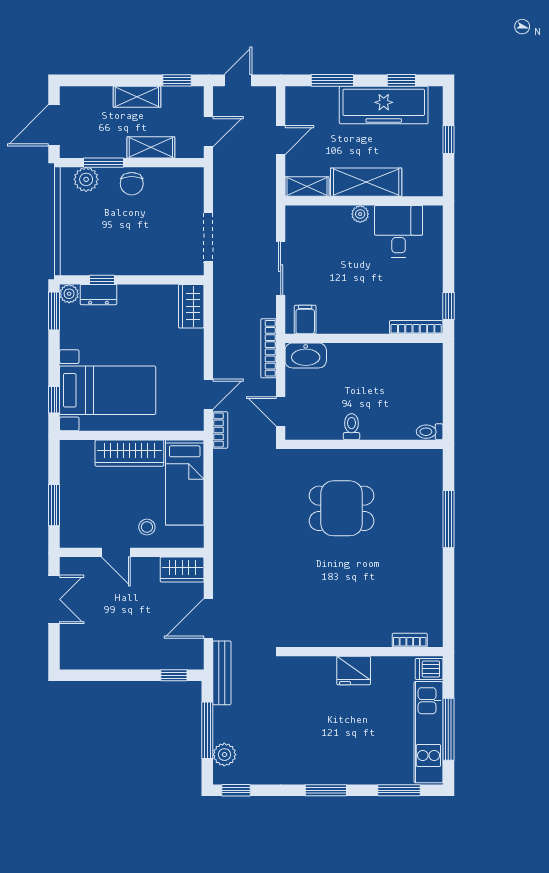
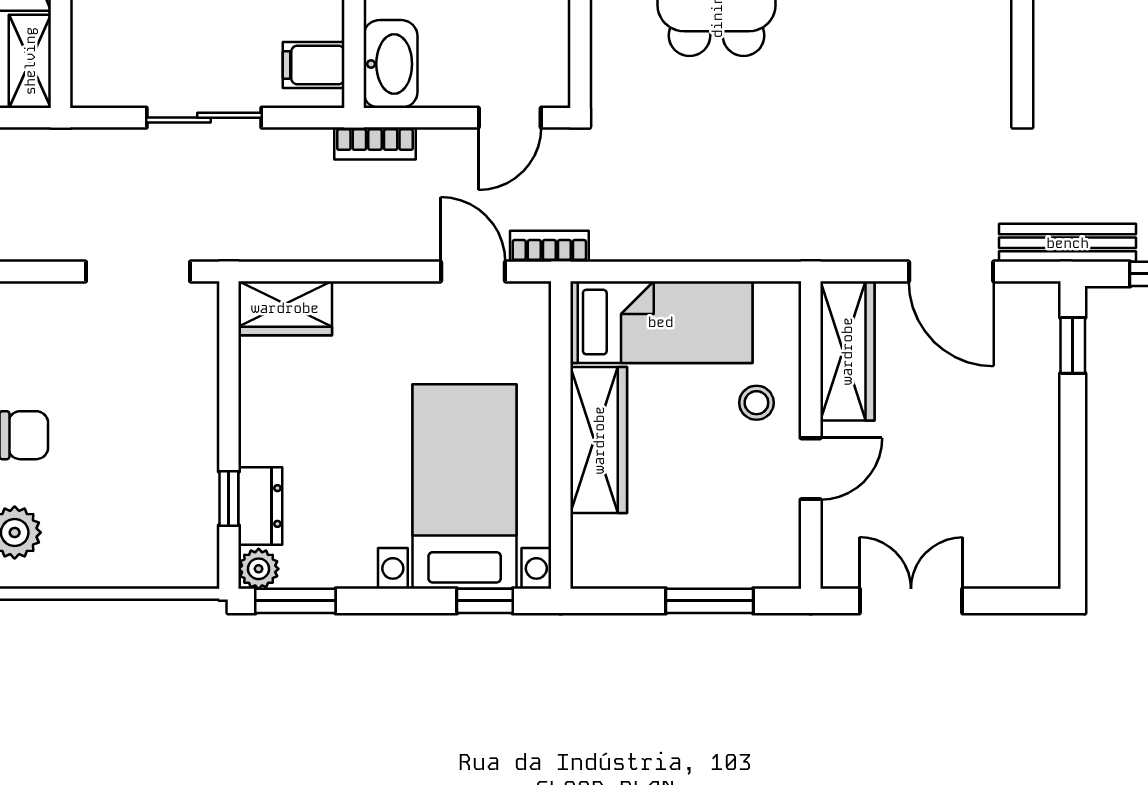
bookcase: (268, 348) -> (375, 143), width x0.64
wardrobe: (182, 570) -> (847, 351), width x1.50

